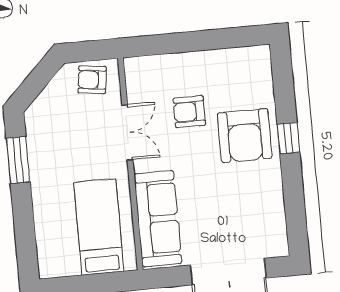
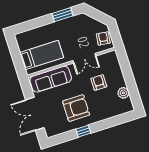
plant: (225, 61) -> (123, 93), added
armchair: (245, 136) -> (76, 108), moved, turned 180
window: (288, 138) -> (83, 131), moved

